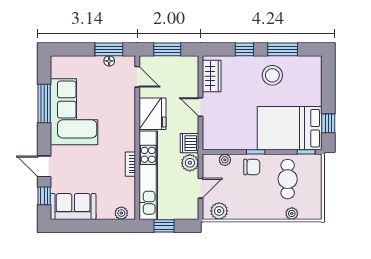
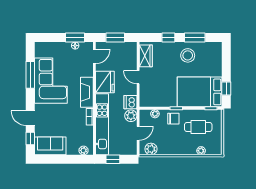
door: (137, 77) -> (94, 56), hinge flipped
fireplace: (126, 129) -> (87, 92), added
cafe table: (288, 179) -> (198, 127), turned 90

